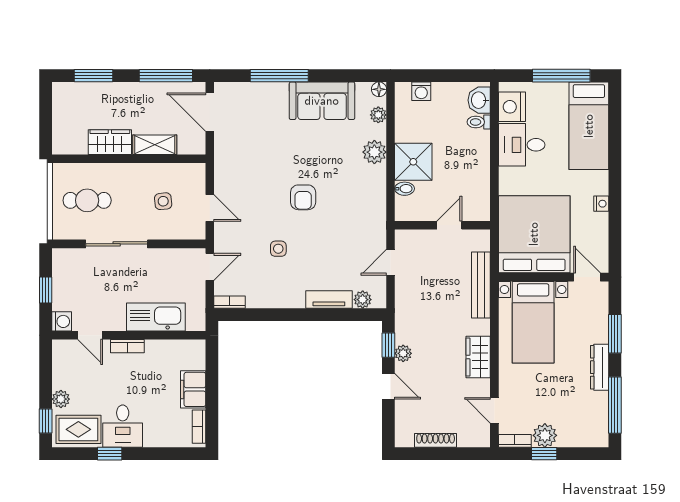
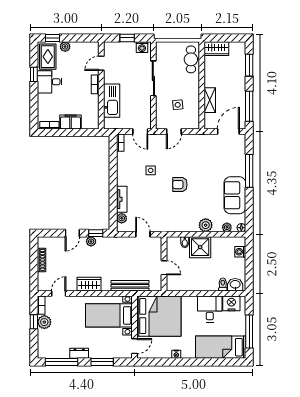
wardrobe: (110, 142) -> (216, 49), moved, turned 90
cafe table: (87, 200) -> (191, 59), moved
washing machine: (62, 321) -> (142, 47), moved
dresser: (600, 367) -> (79, 353), width x0.70

